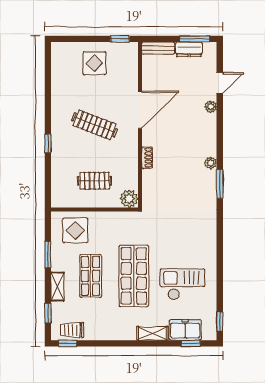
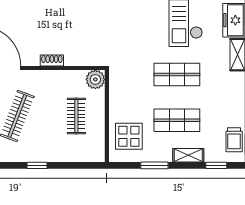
shop shelf: (134, 276) -> (177, 75), width x0.70, depth x0.74

